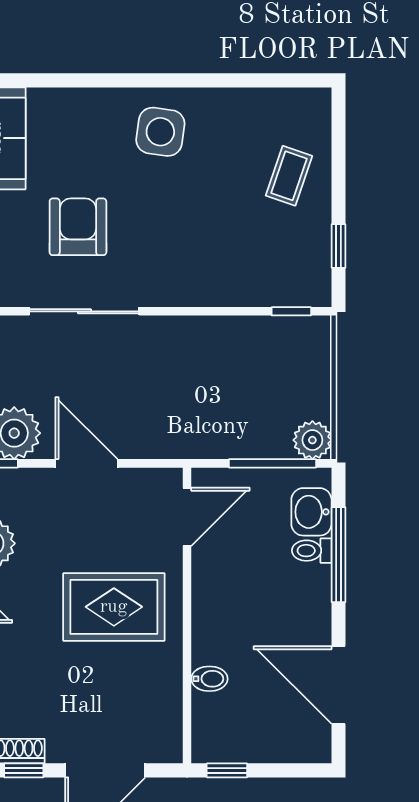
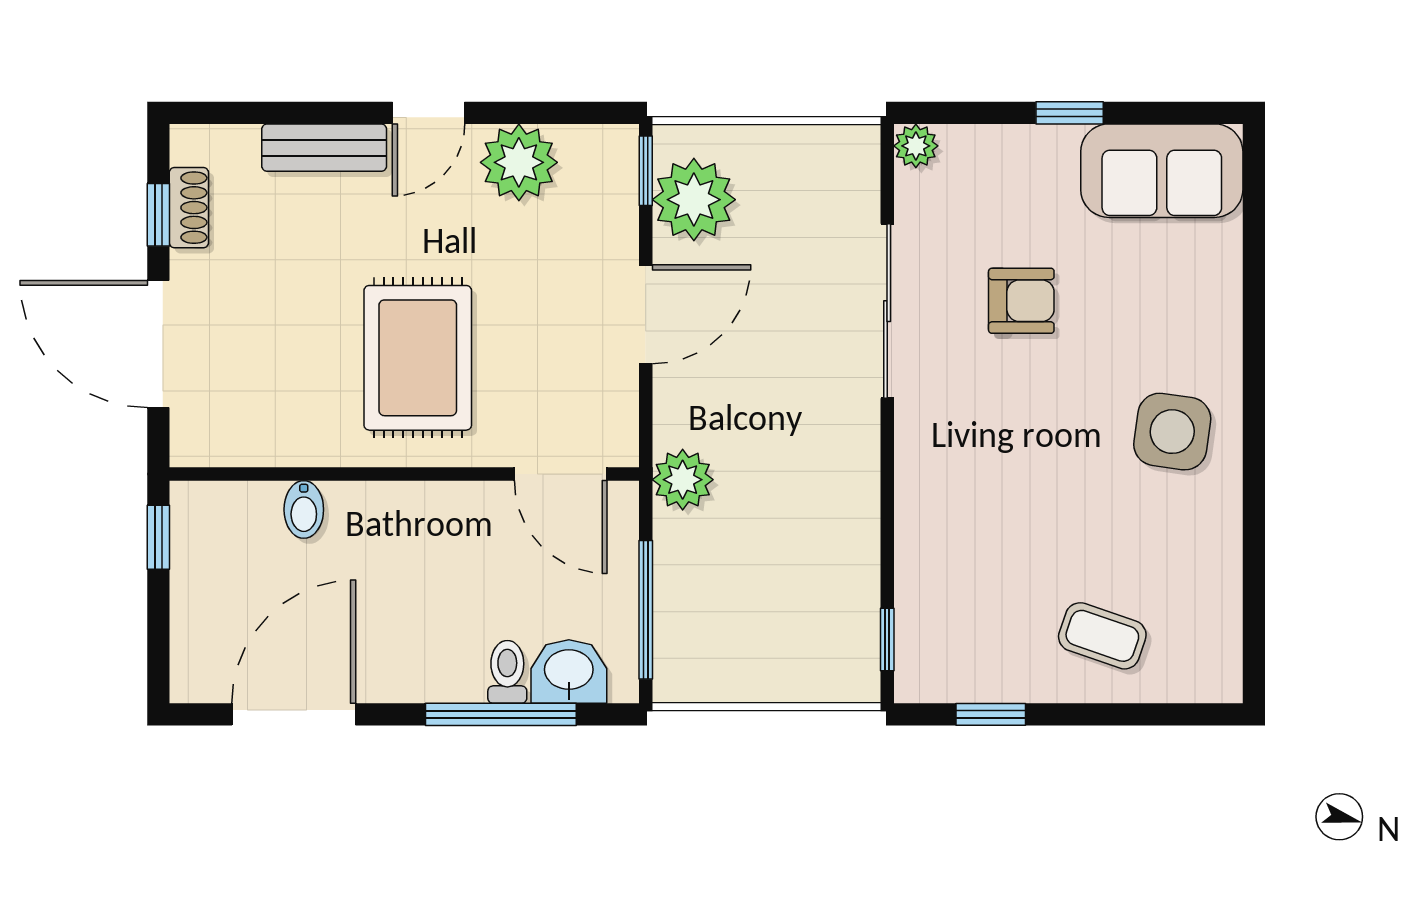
armchair: (78, 227) -> (1021, 301), width x0.72, depth x0.72
plant: (312, 440) -> (683, 480), moved

